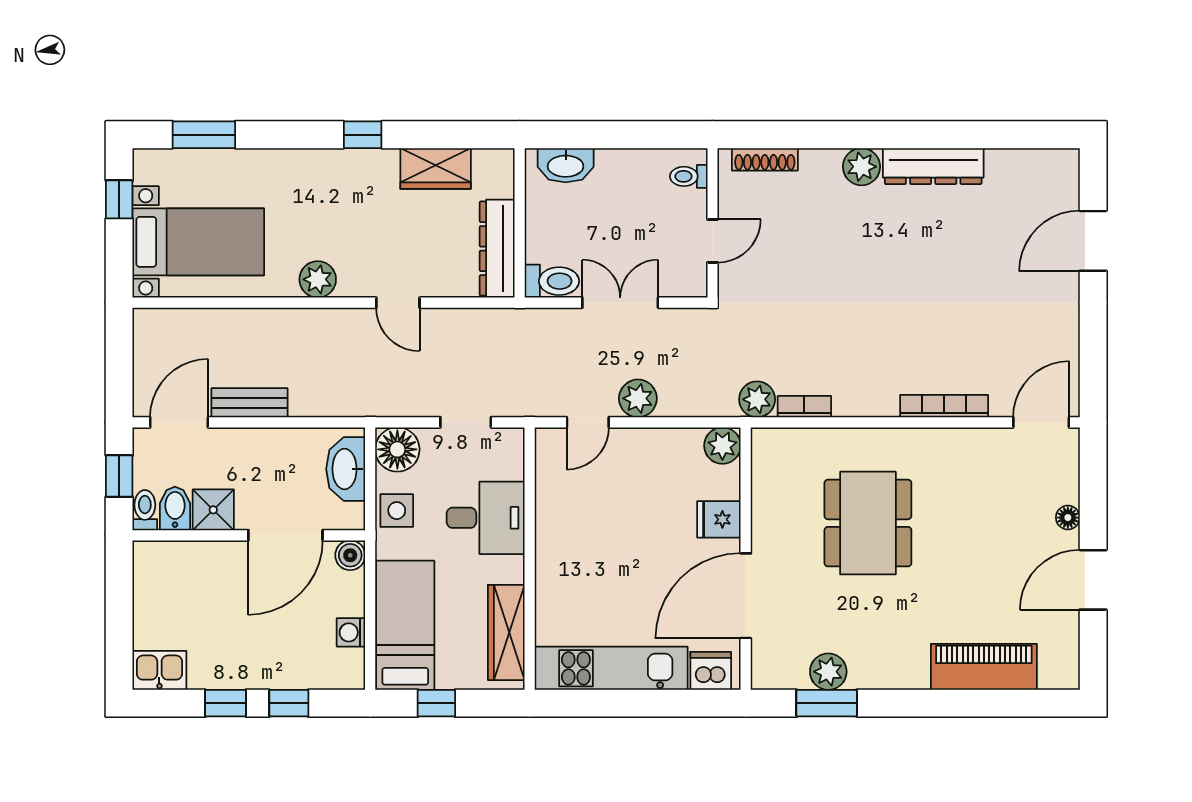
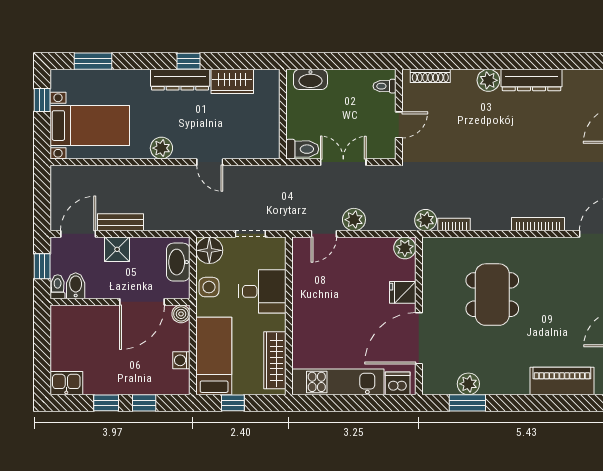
dresser: (497, 249) -> (180, 80), moved, turned -90
shower: (213, 510) -> (117, 249), moved

